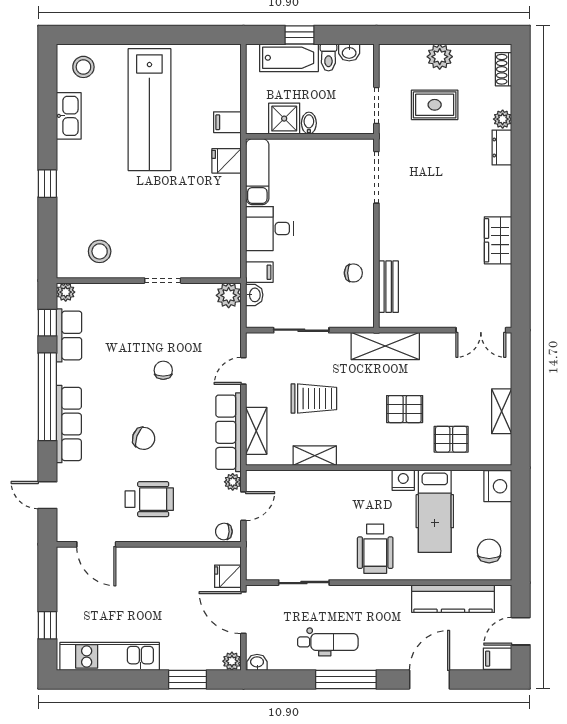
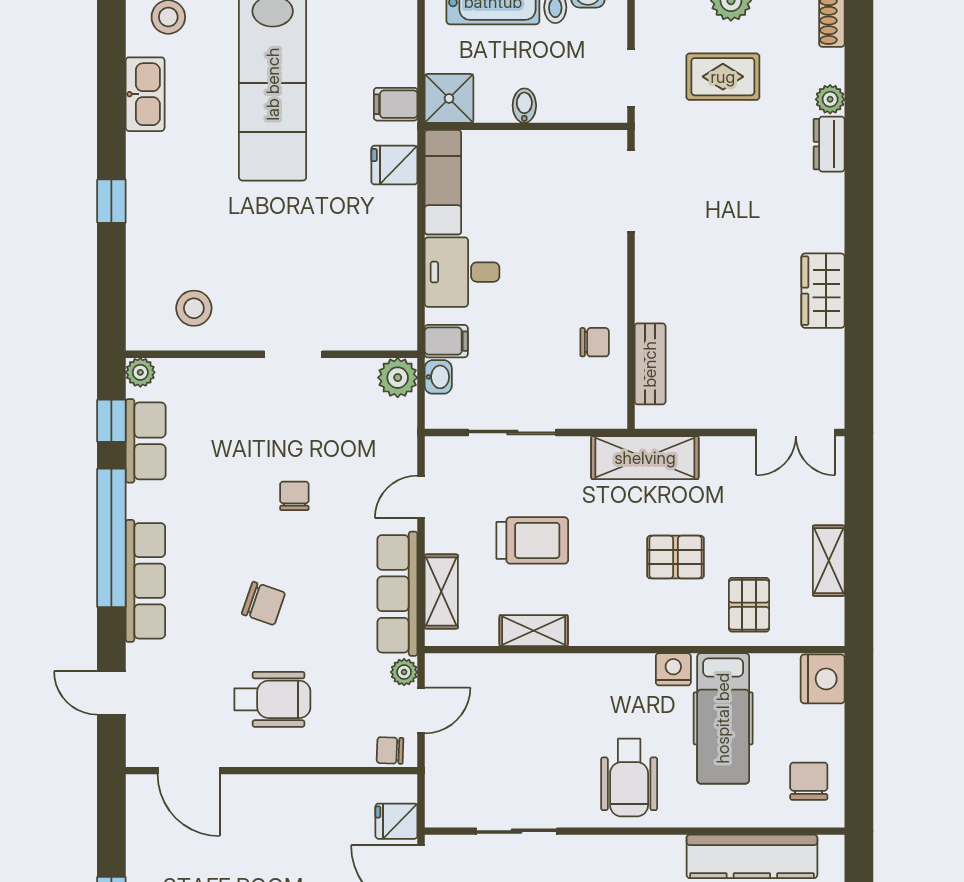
shower: (284, 119) -> (449, 98), moved
pallet: (451, 439) -> (749, 605), turned 90

